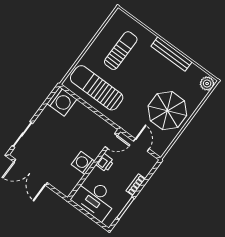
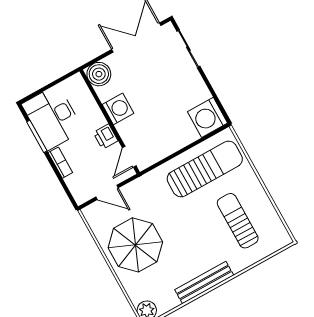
sun lounger: (121, 51) -> (238, 221), turned 180
boiler: (66, 186) -> (99, 74), added
desk: (95, 199) -> (53, 117), moved, turned -90

